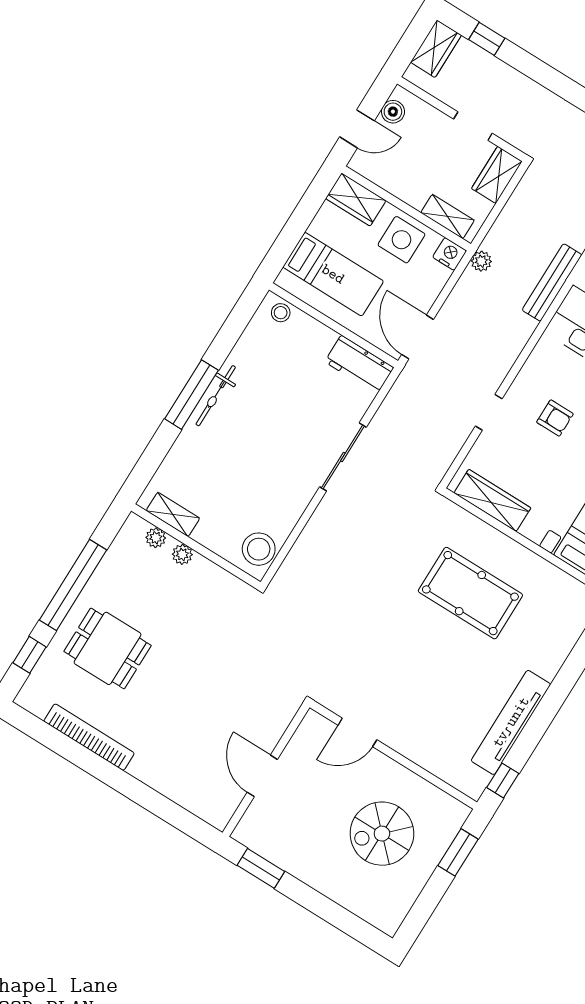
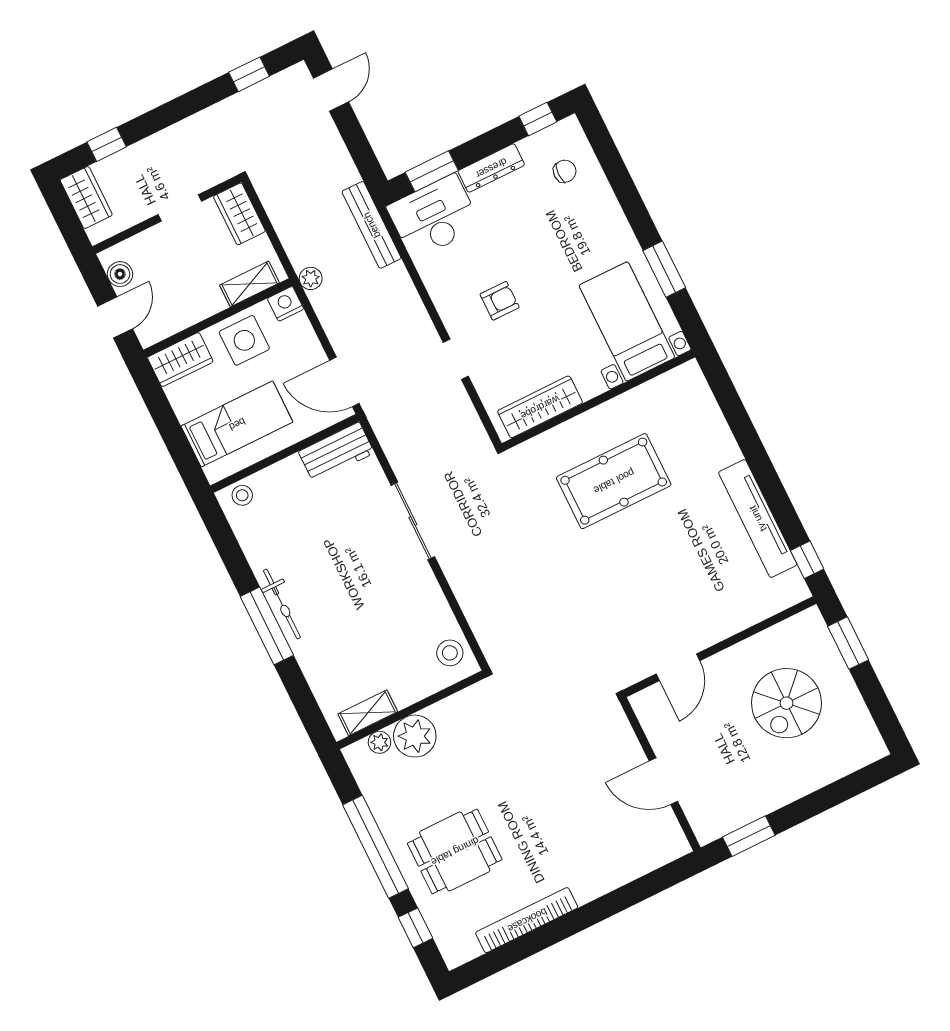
stool: (259, 549) -> (450, 653), width x0.73, depth x0.73
plant: (182, 554) -> (415, 736), width x1.87, depth x1.87

